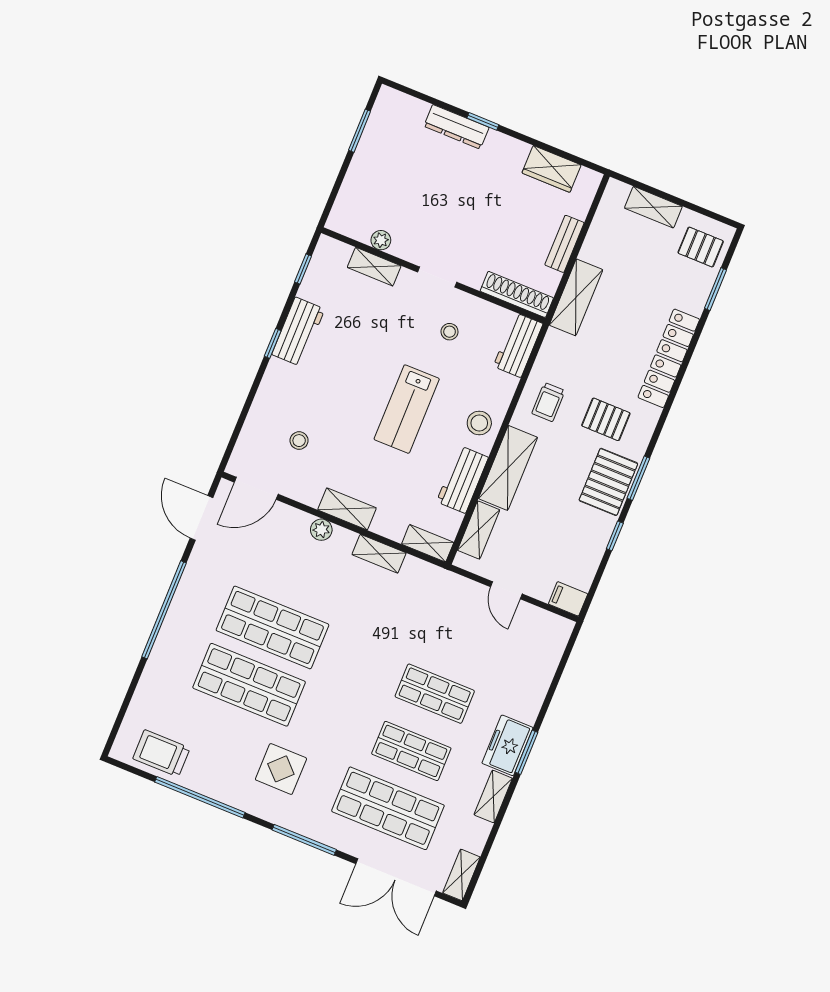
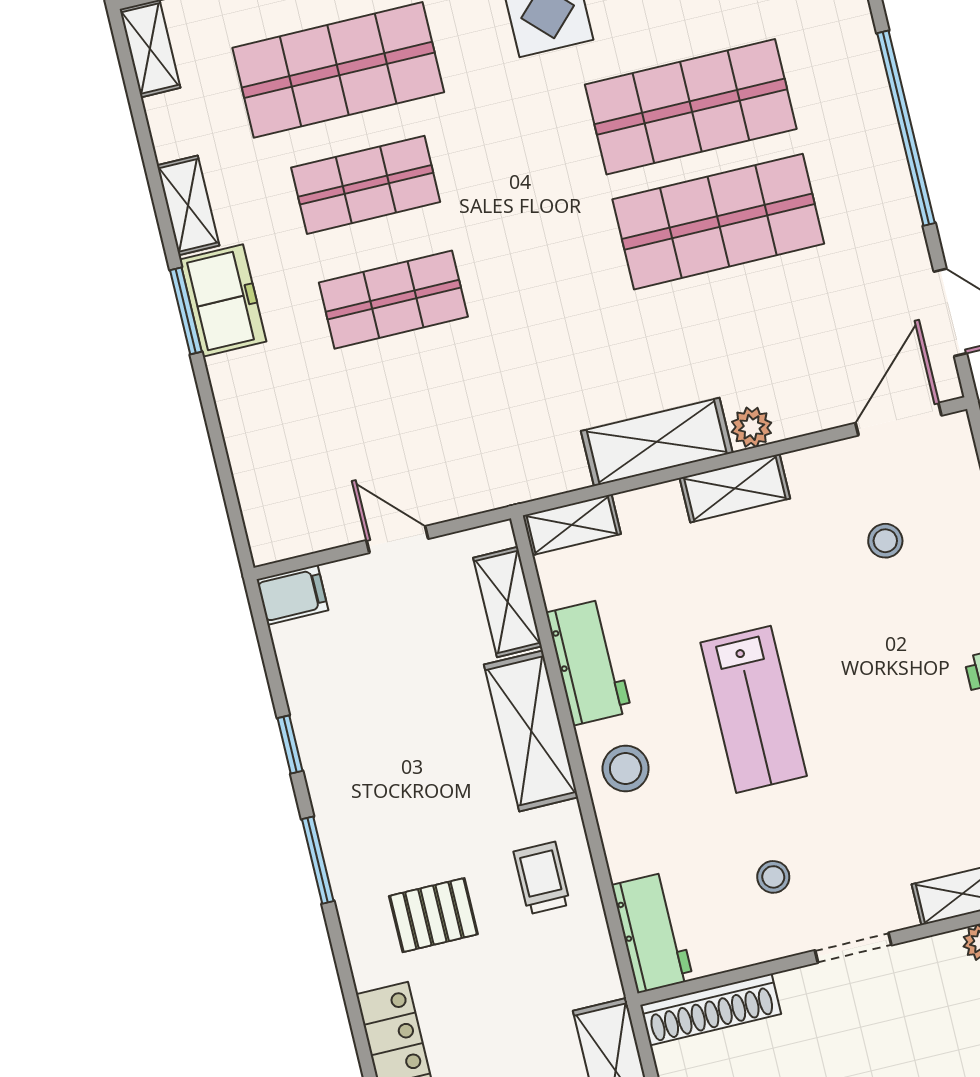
lab bench: (407, 409) -> (754, 709), turned 180
pallet: (608, 482) -> (360, 821), removed
shelving: (379, 554) -> (657, 442), width x1.50, depth x1.33

